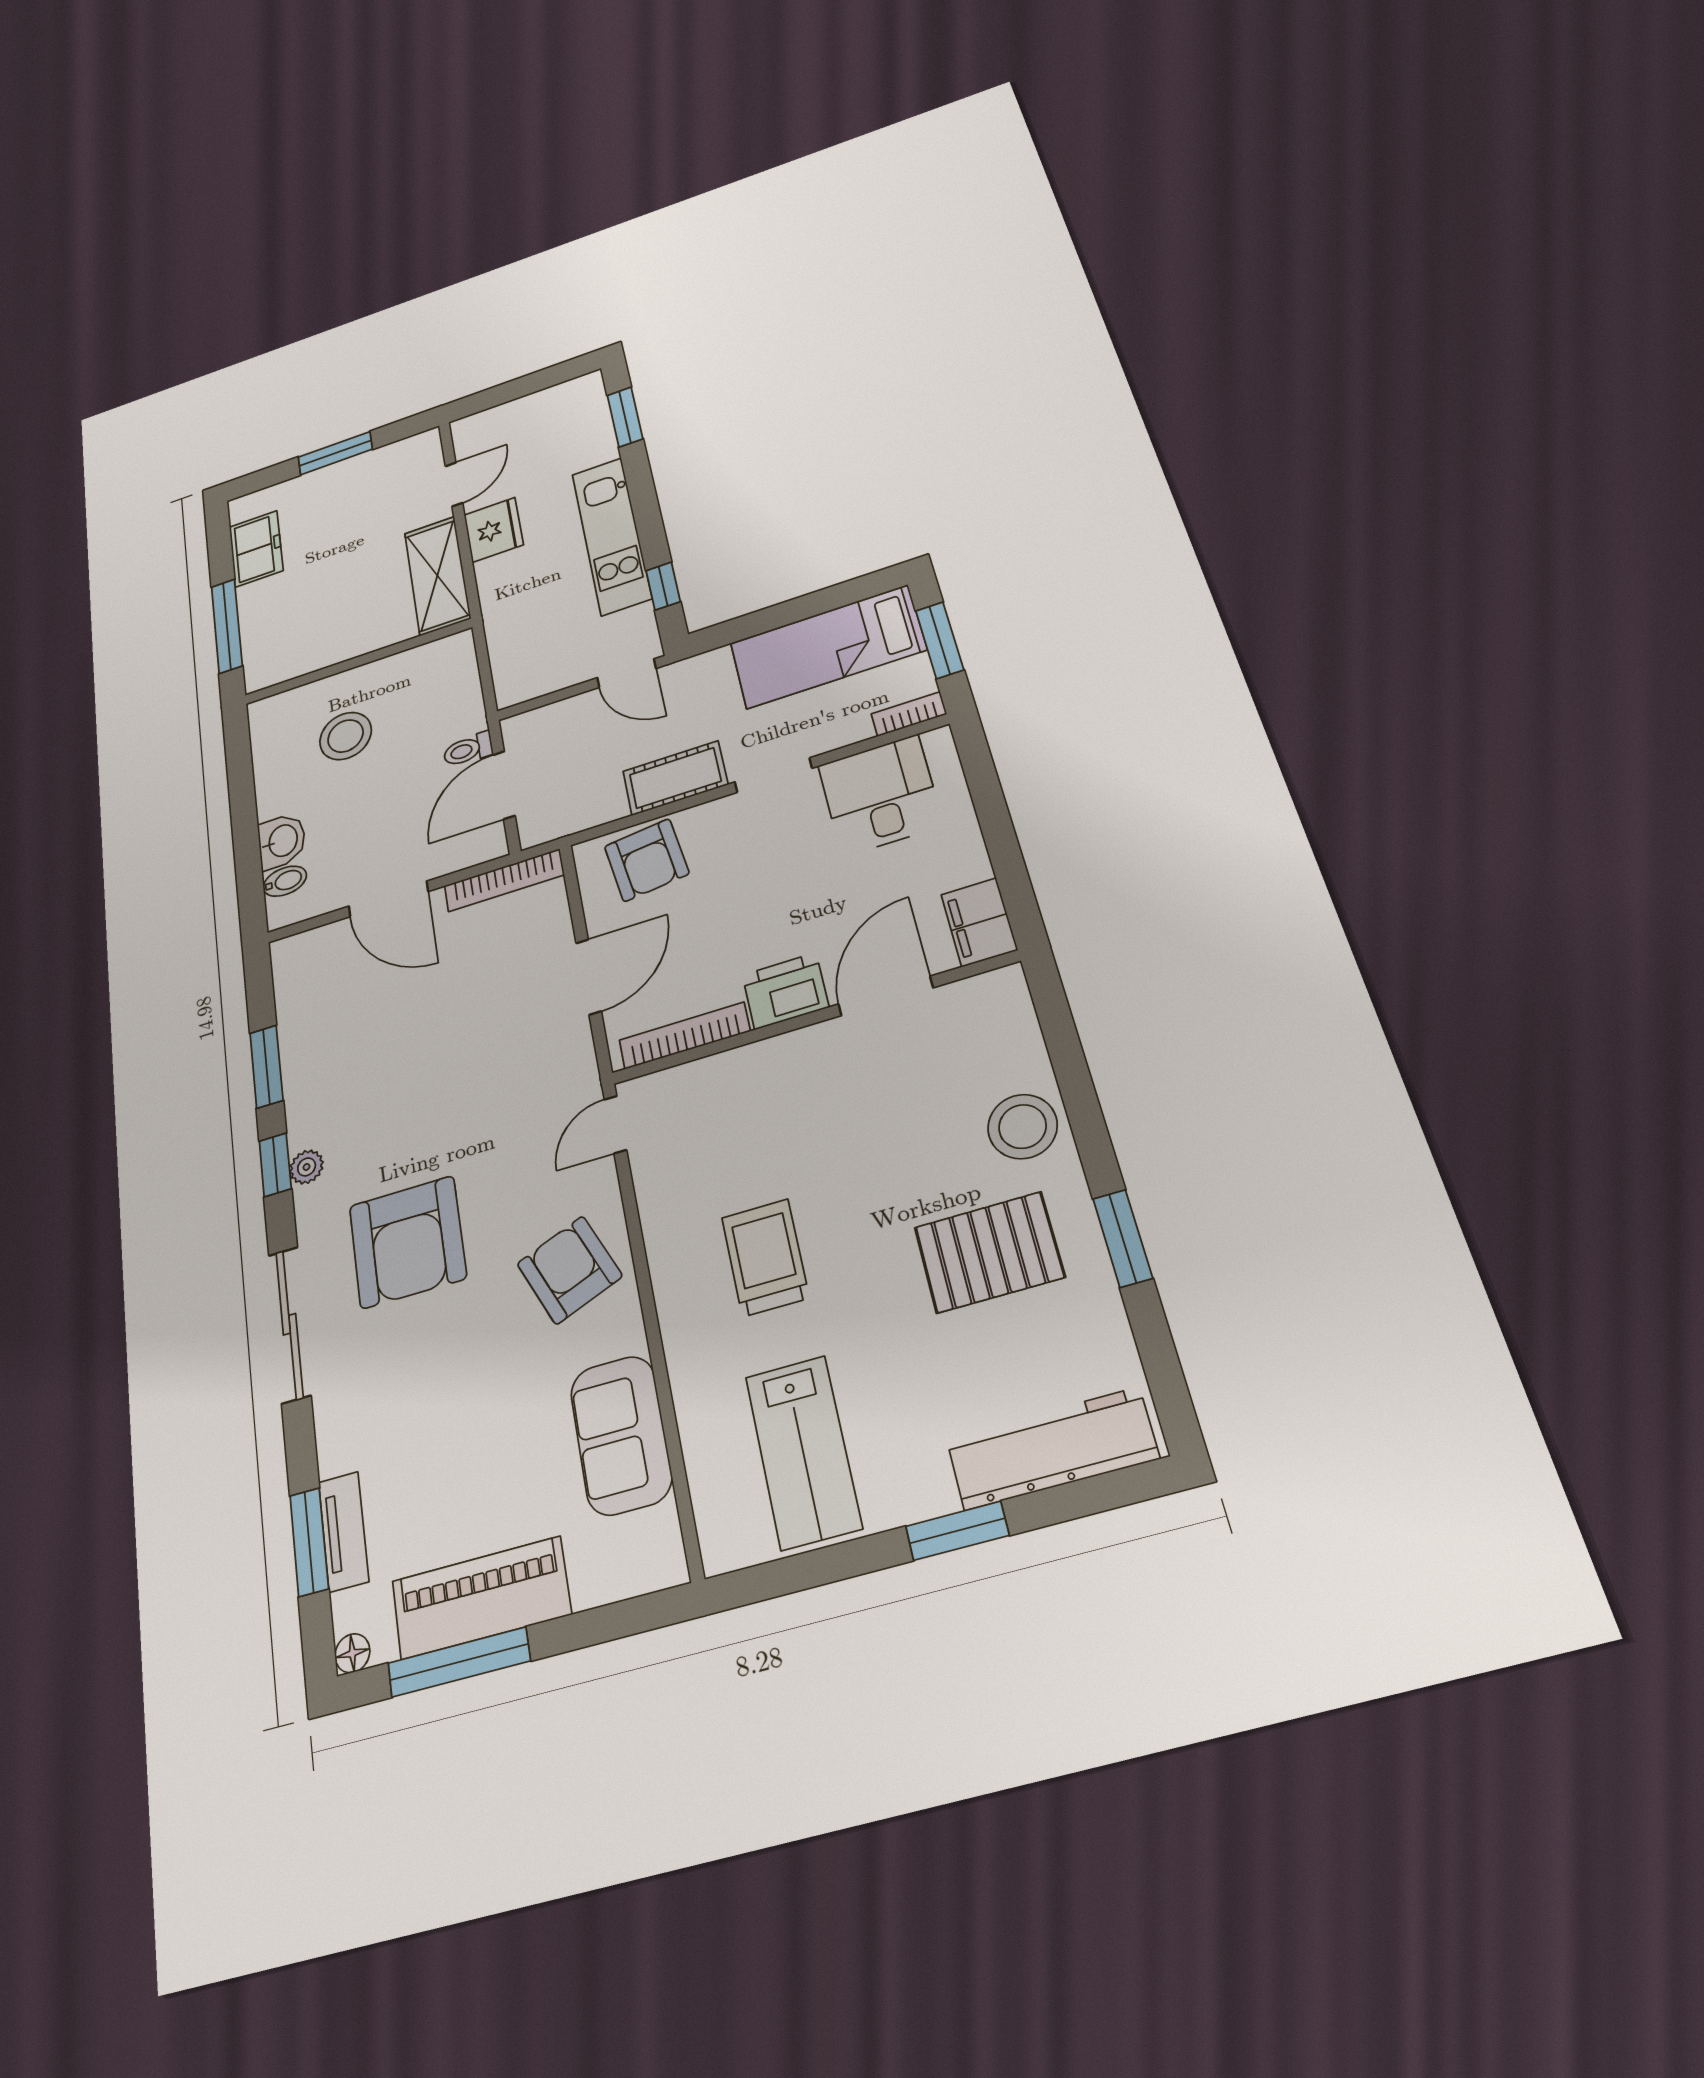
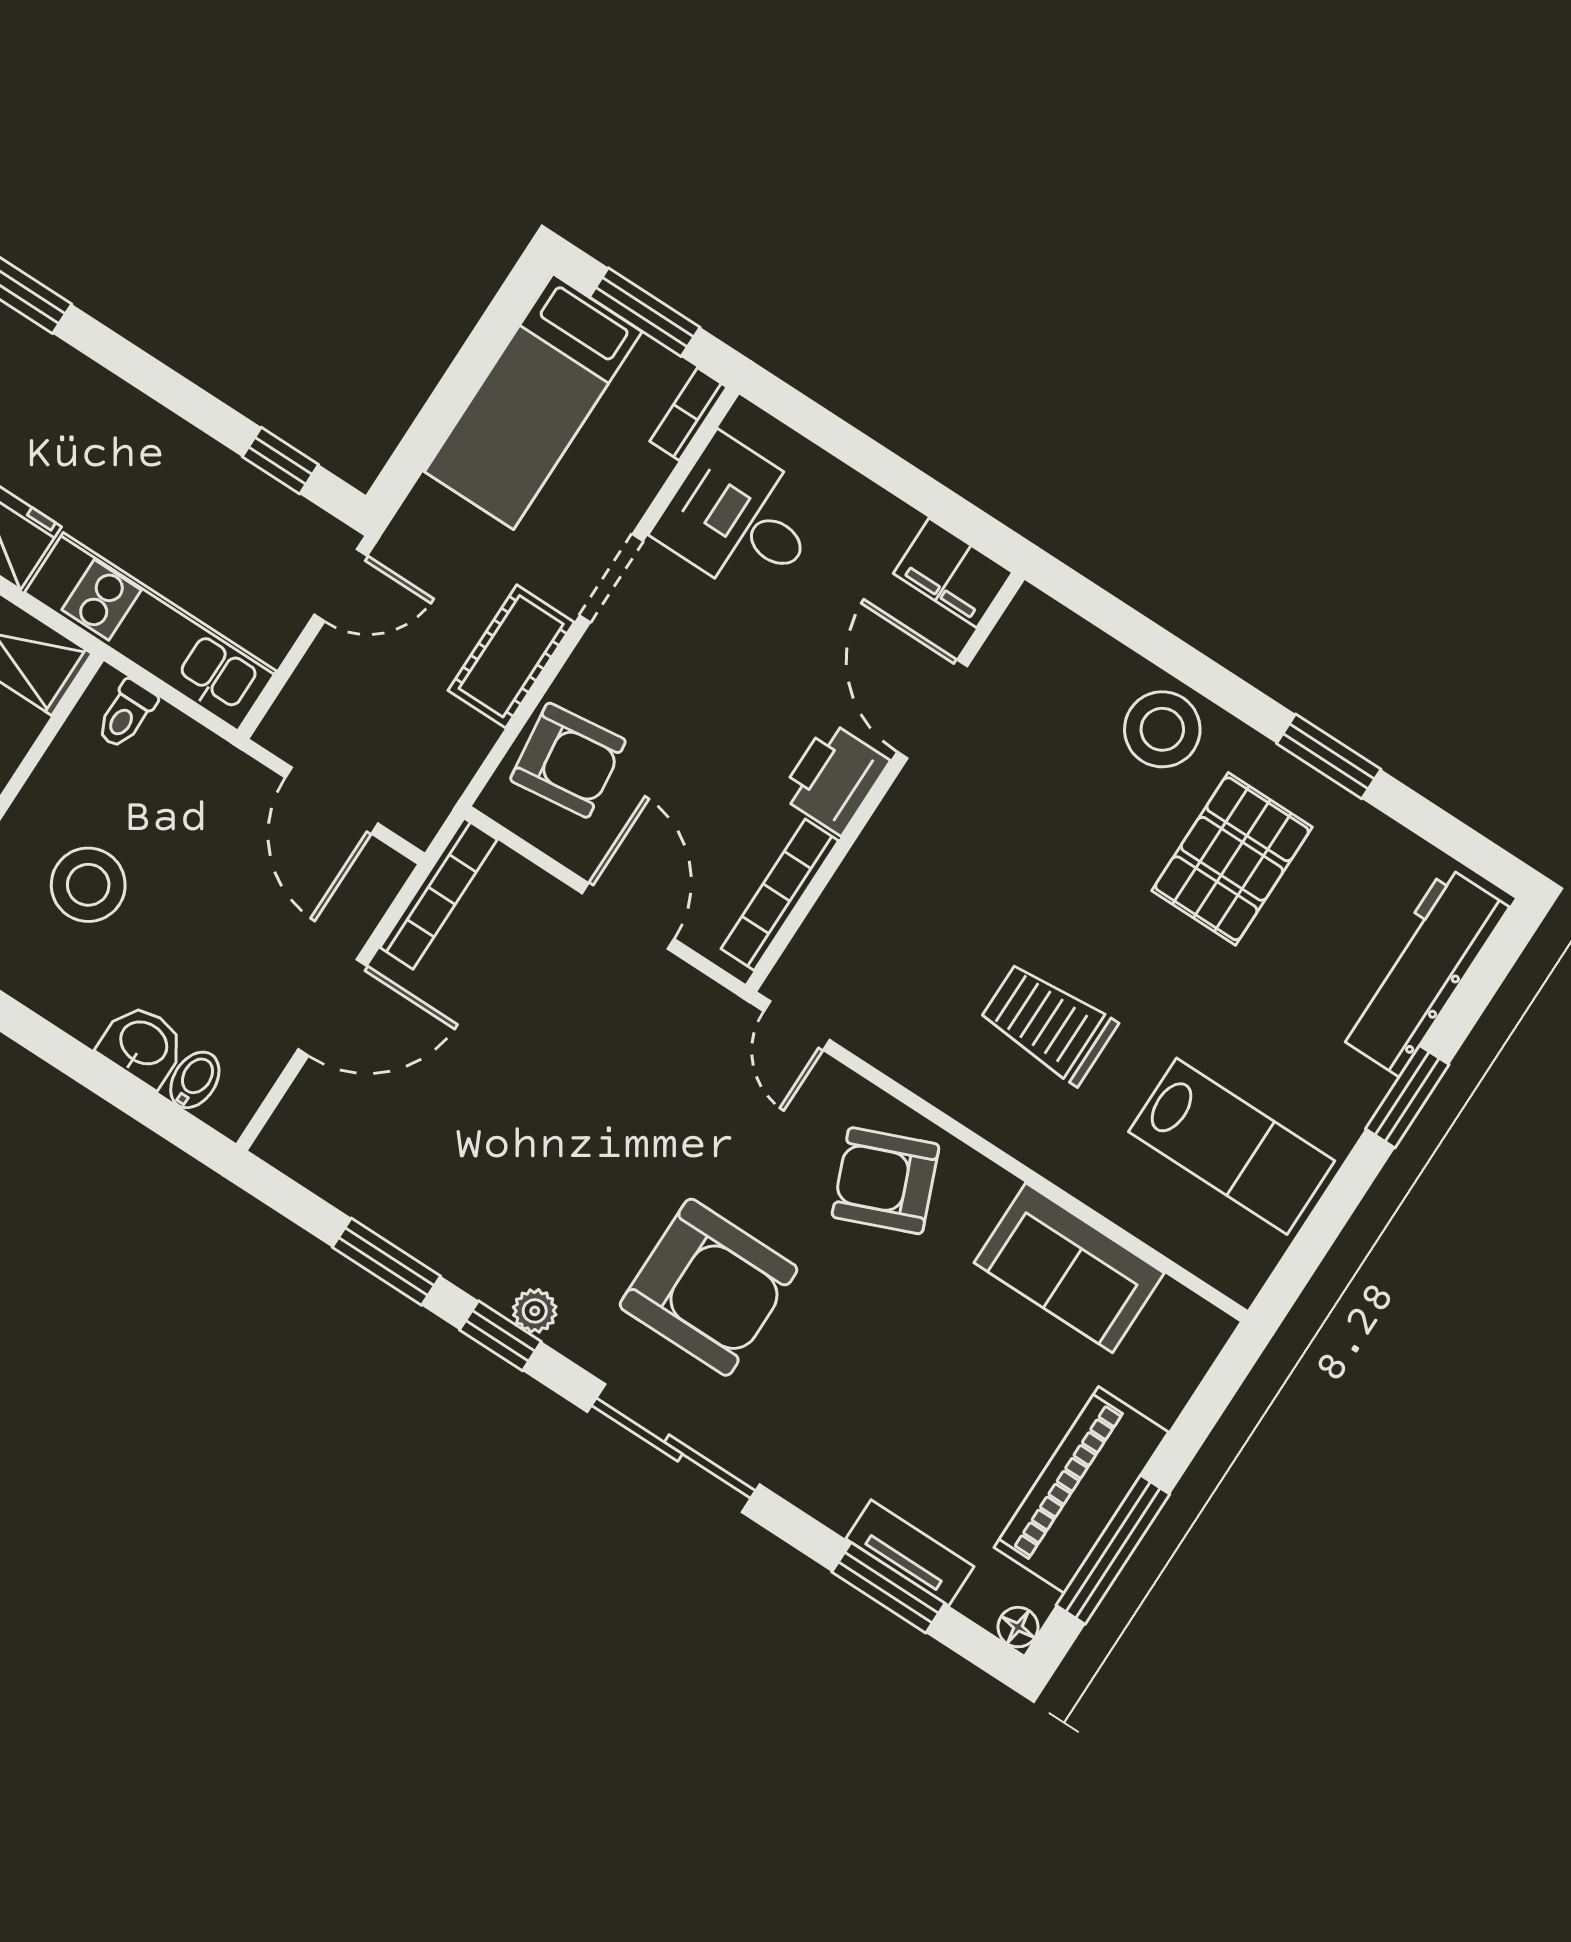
kitchen unit: (611, 536) -> (151, 632), moved, turned 180
toilet: (468, 750) -> (126, 714), moved

